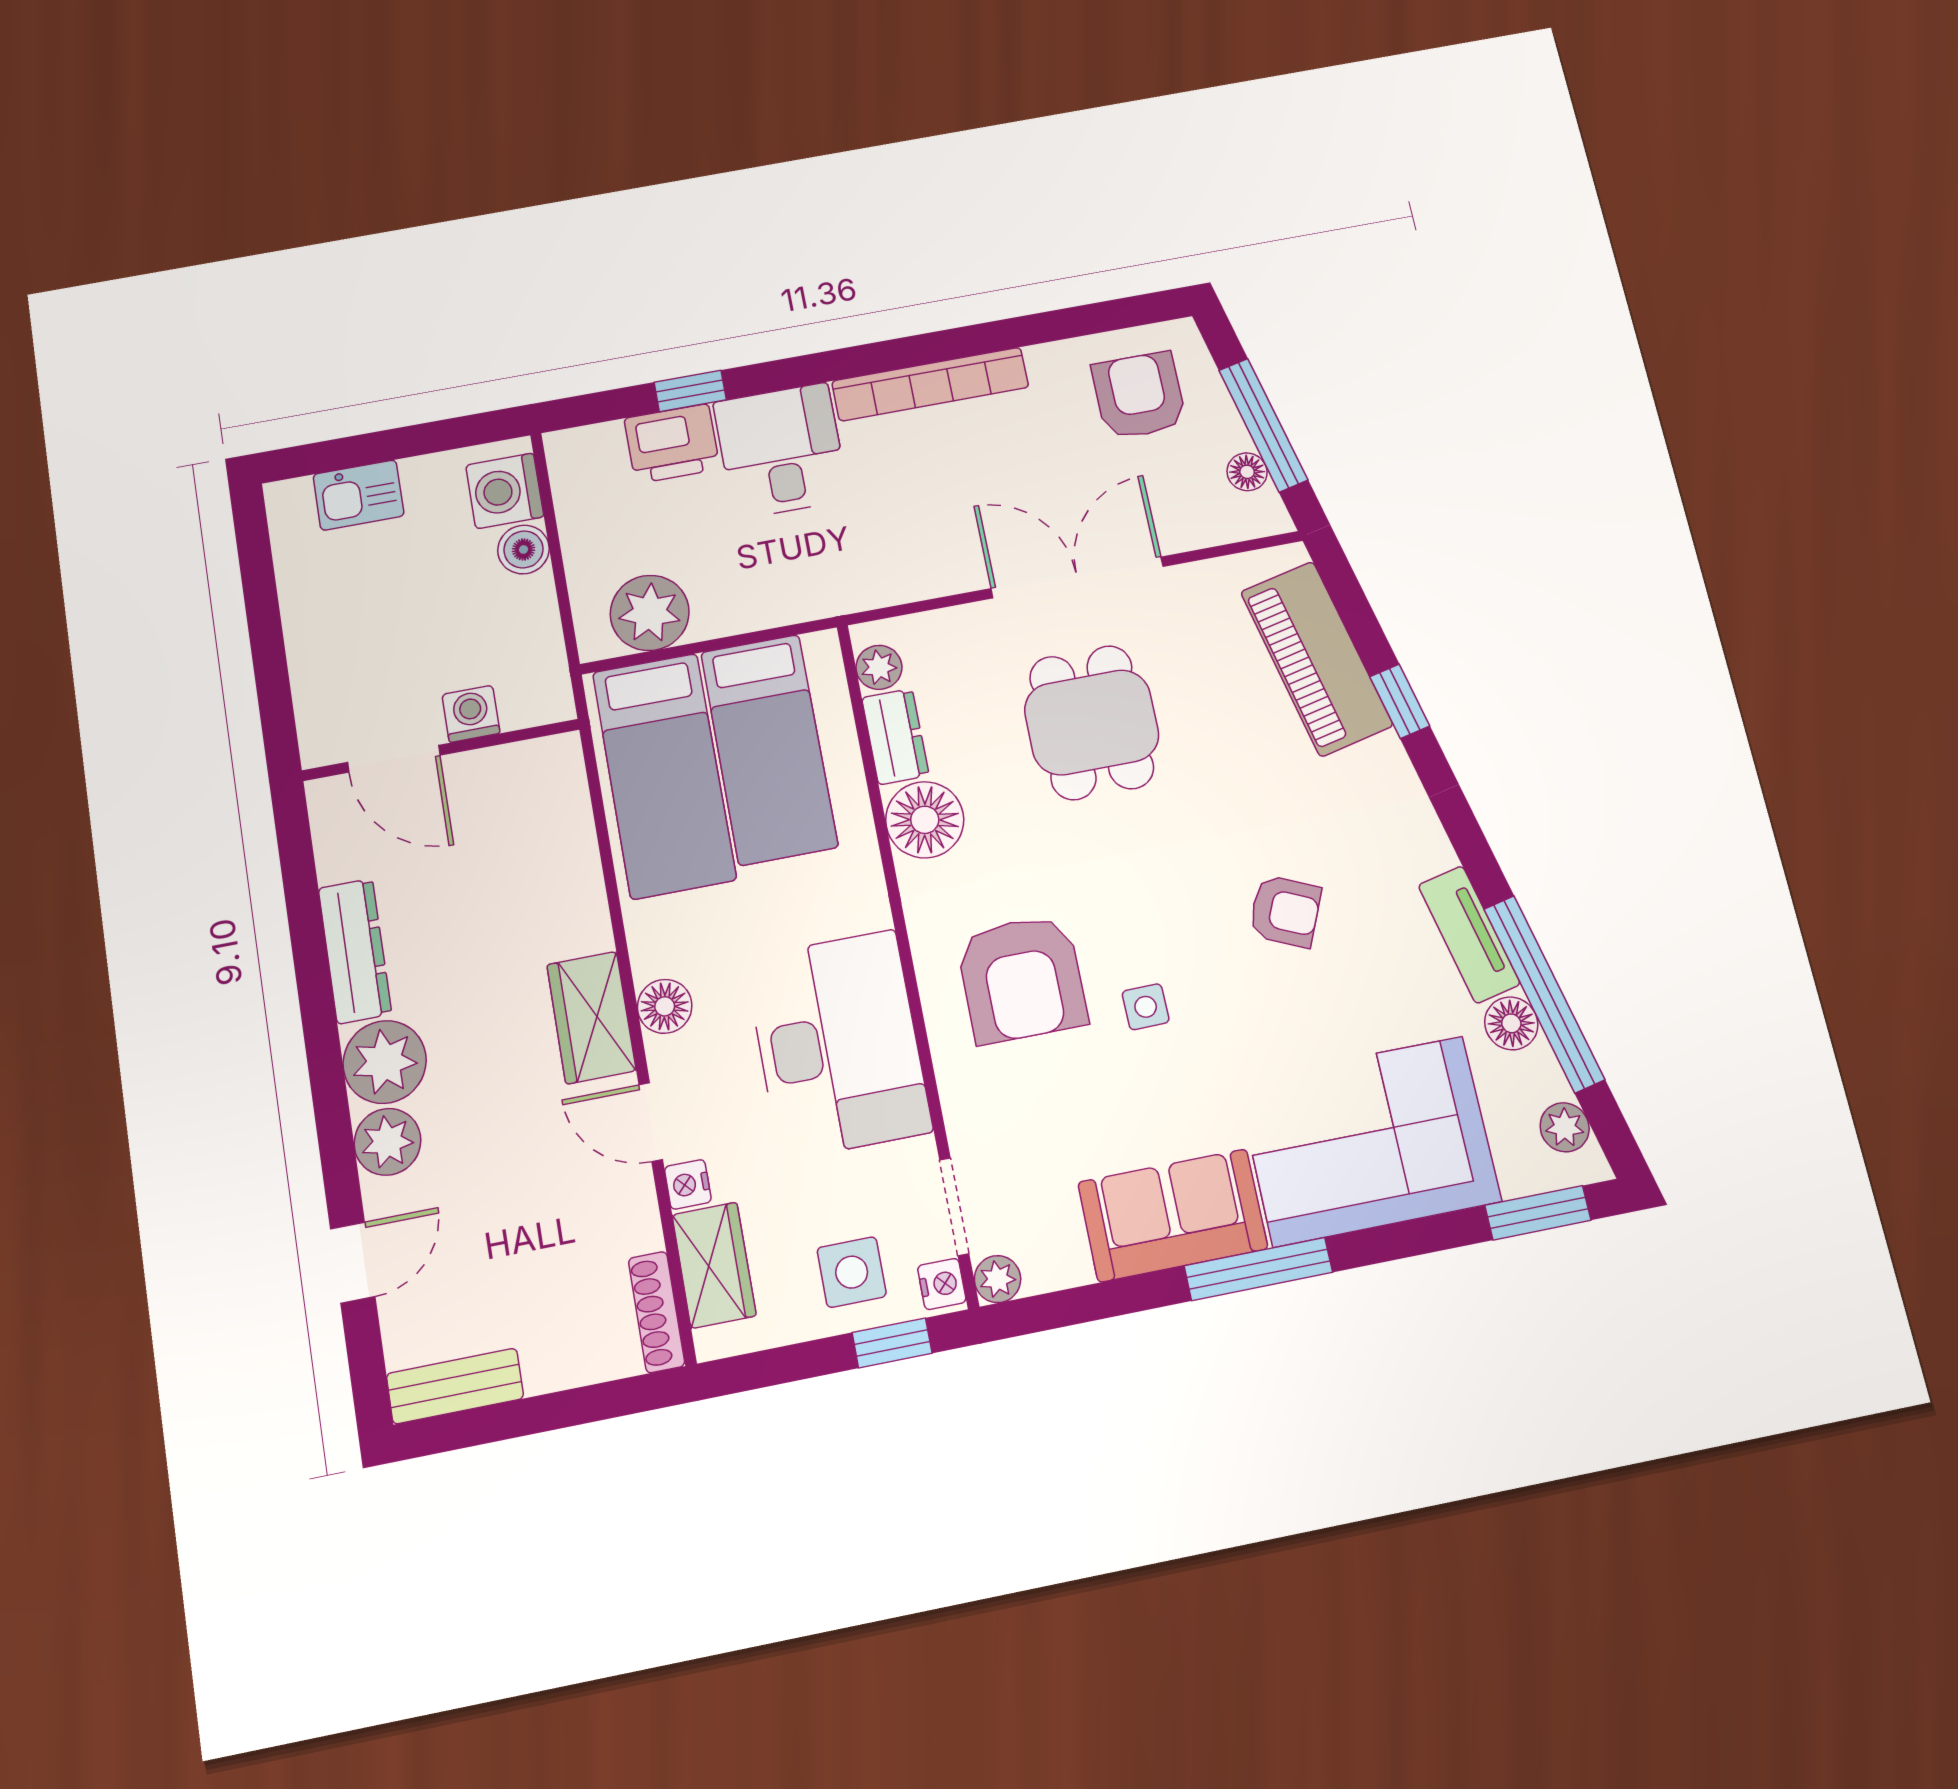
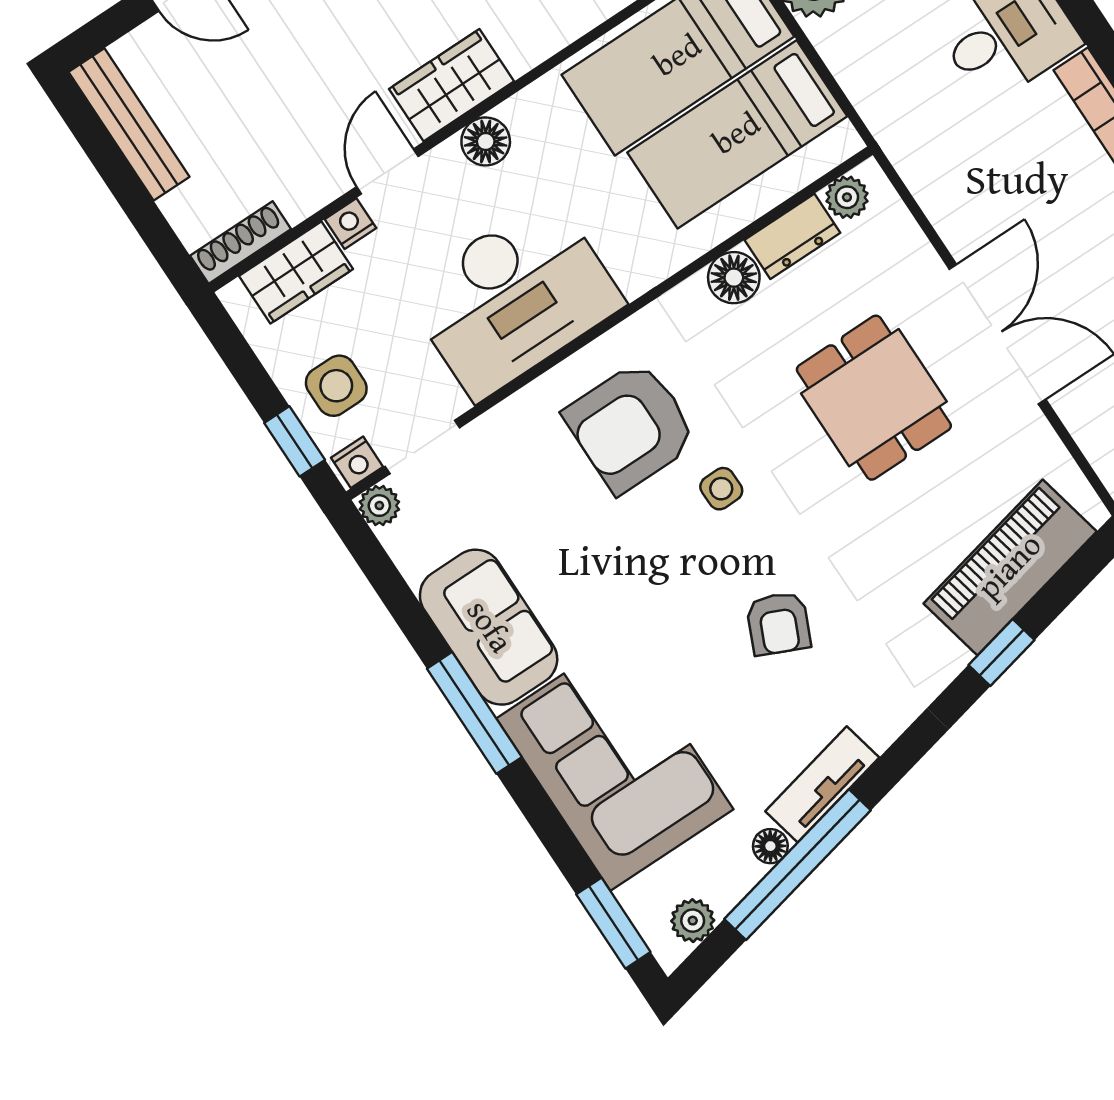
dining table: (1092, 722) -> (874, 398), turned 90
floor lamp: (925, 820) -> (734, 278), width x0.73, depth x0.73
side table: (1146, 1007) -> (721, 489), moved
floor lamp: (1511, 1023) -> (770, 846), width x0.73, depth x0.73
bench: (455, 1386) -> (129, 124), width x1.36

